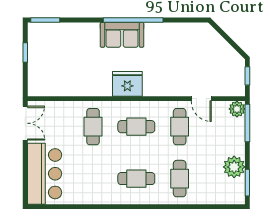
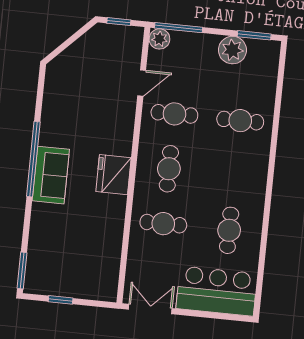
cafe table: (136, 179) -> (229, 230), moved

